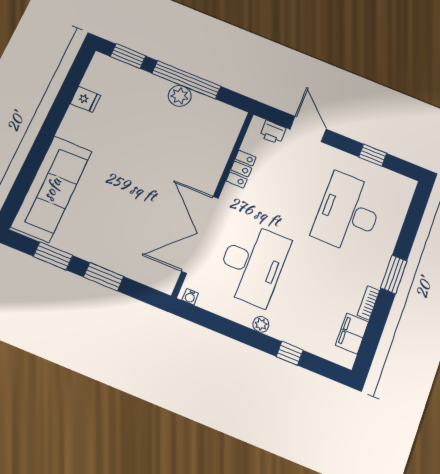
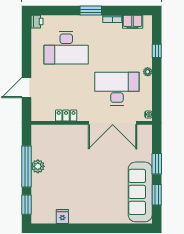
printer: (273, 132) -> (37, 22), moved
window: (373, 155) -> (26, 46), removed
sofa: (52, 189) -> (140, 192), moved, turned -90

